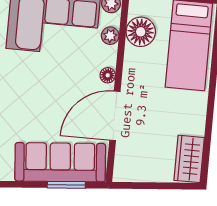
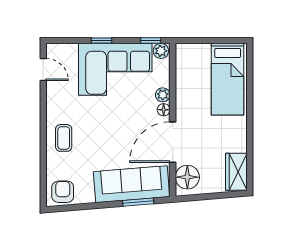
floor lamp: (141, 32) -> (187, 177), moved
plant: (110, 36) -> (163, 95), moved

